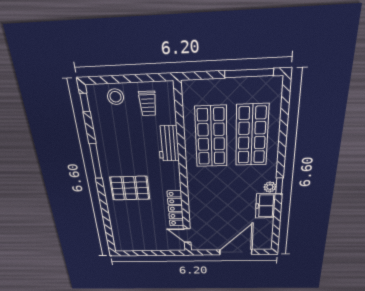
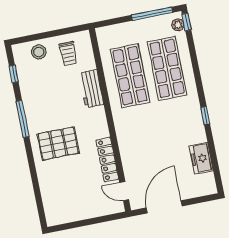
window: (286, 89) -> (187, 22), added
window: (85, 103) -> (14, 74), moved
plant: (270, 187) -> (178, 25), moved
freezer: (265, 206) -> (201, 158), moved
door: (236, 252) -> (164, 207), moved

